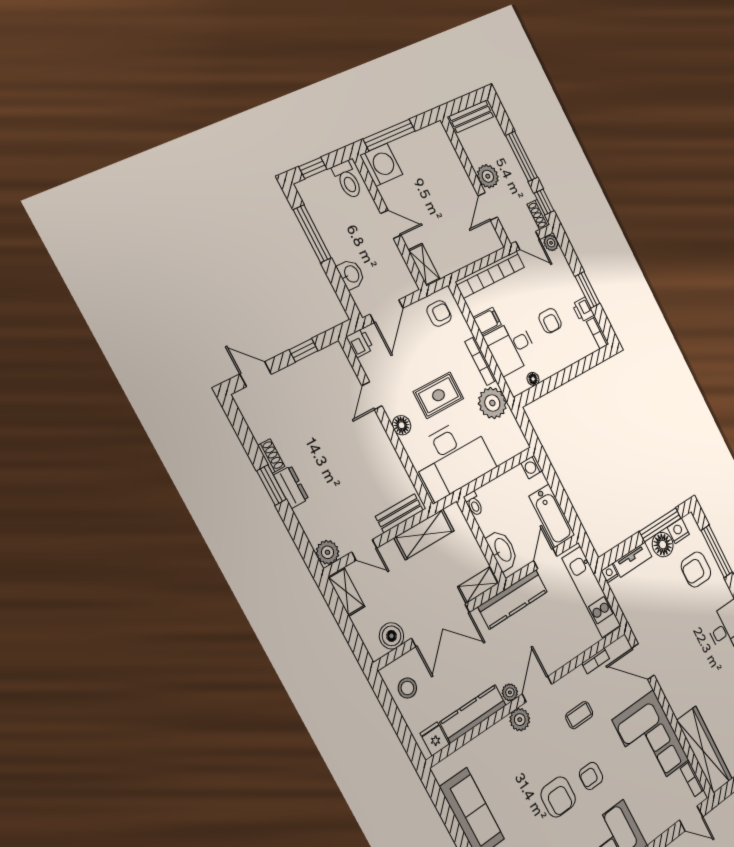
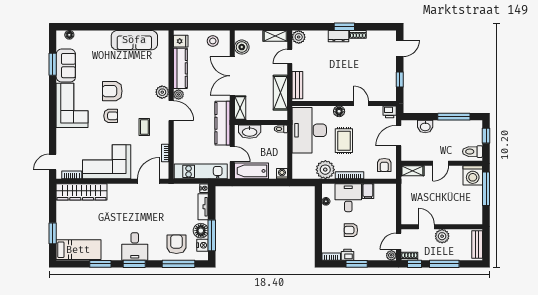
bookcase: (490, 274) -> (391, 207), removed
door: (387, 311) -> (399, 136), hinge flipped
armchair: (591, 776) -> (111, 116), turned 90

